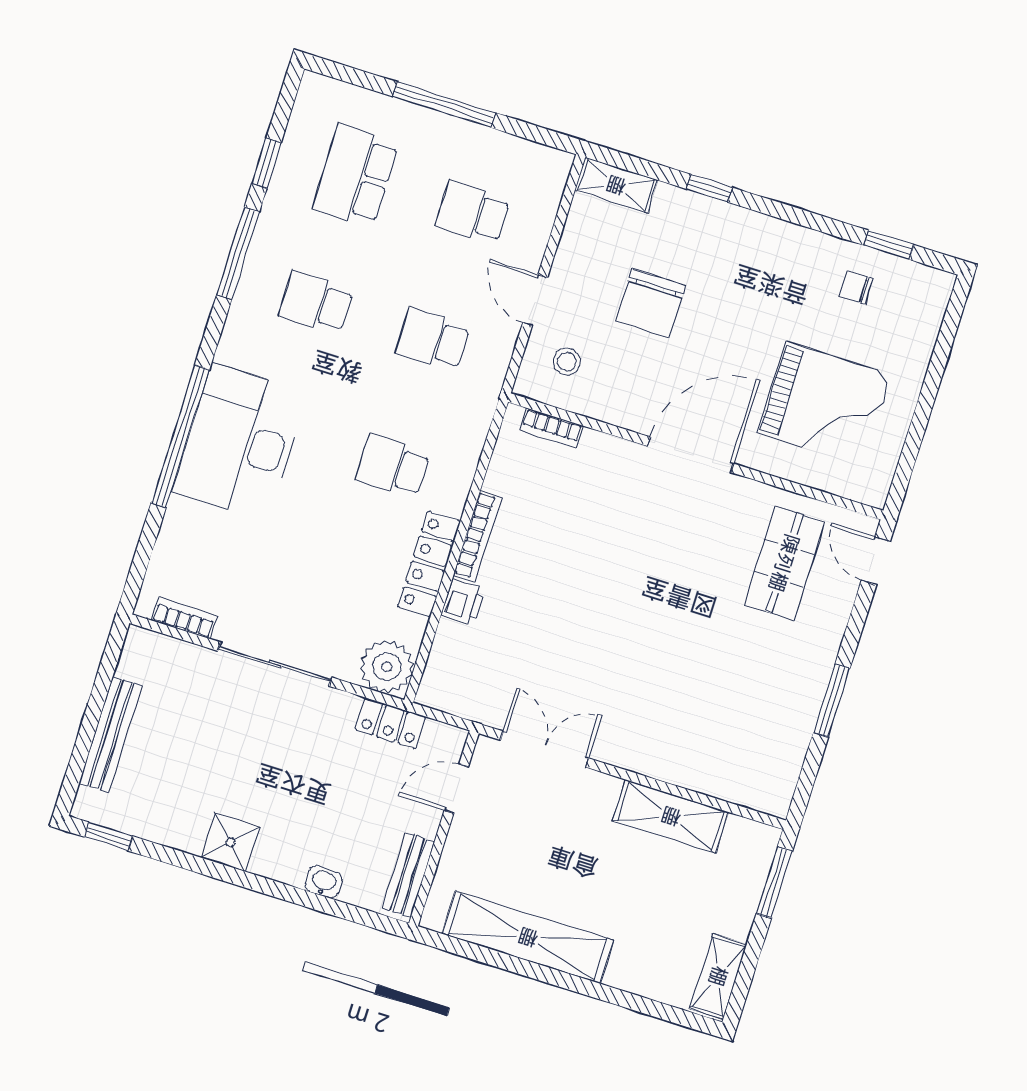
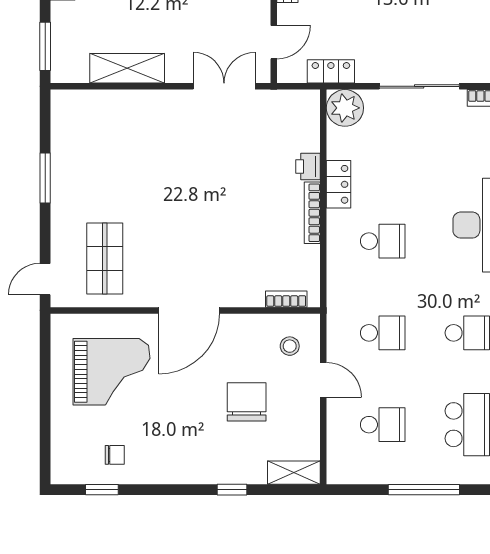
grand piano: (824, 404) -> (112, 372), turned 180
door: (876, 561) -> (45, 279), swing flipped
locker: (429, 564) -> (339, 184), width x0.66
double door: (544, 749) -> (224, 86), swing flipped

